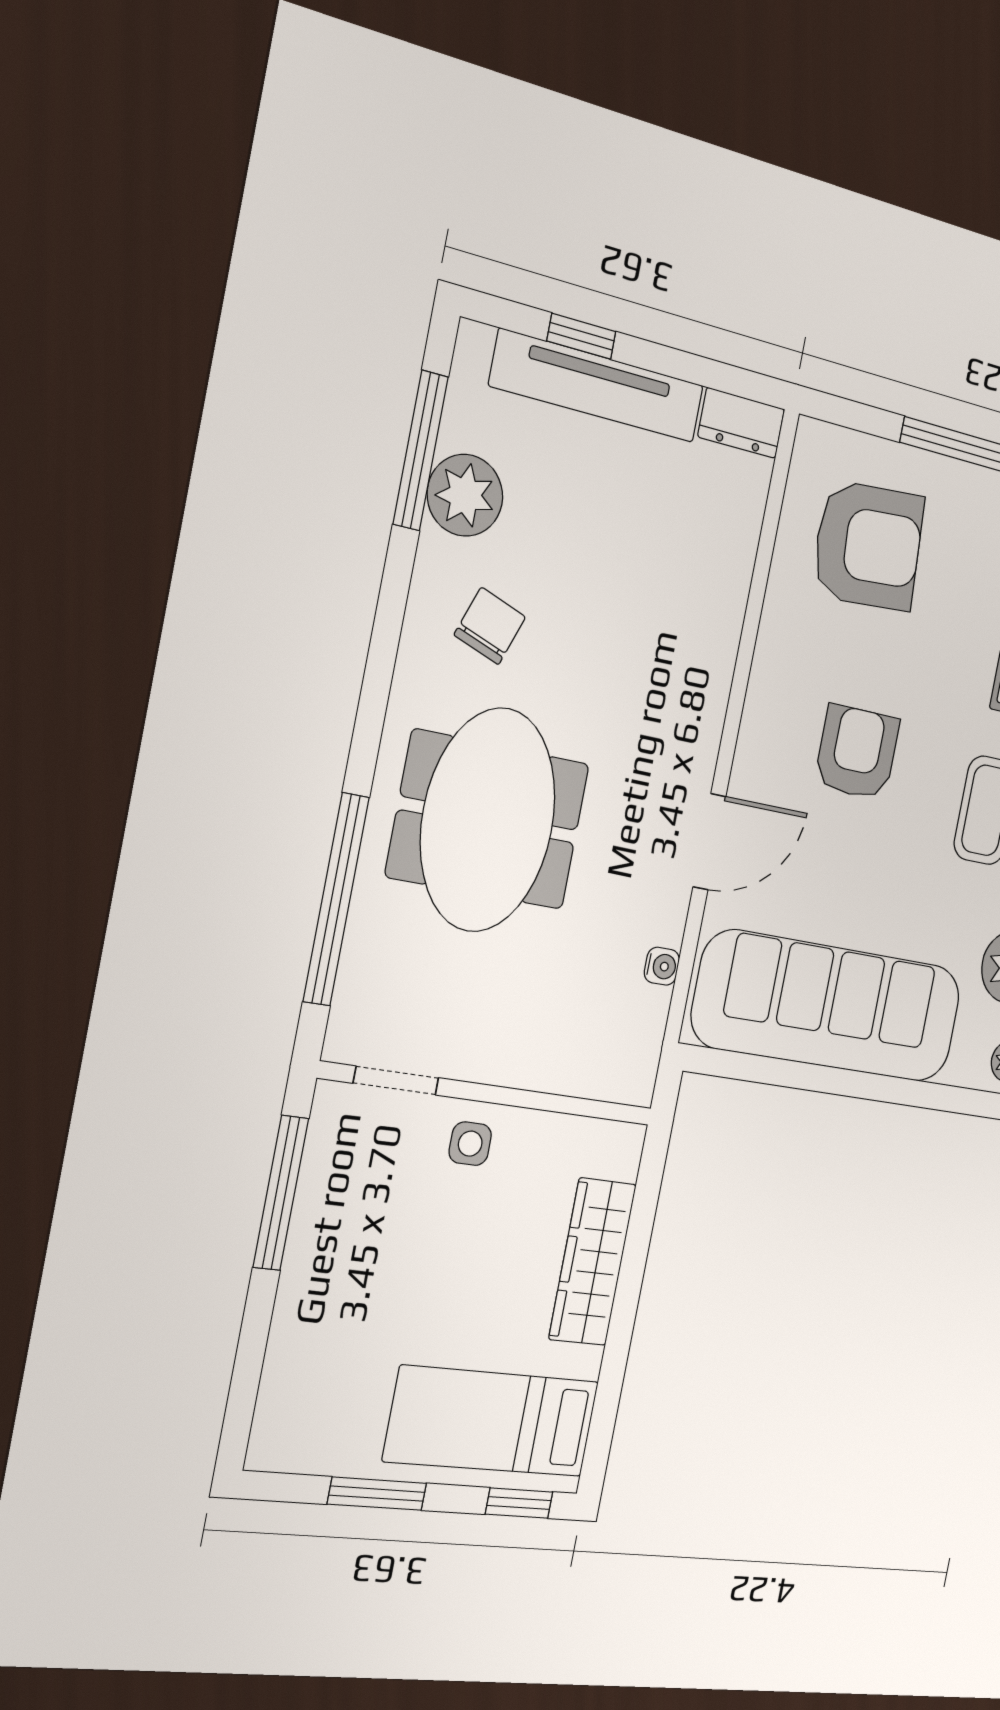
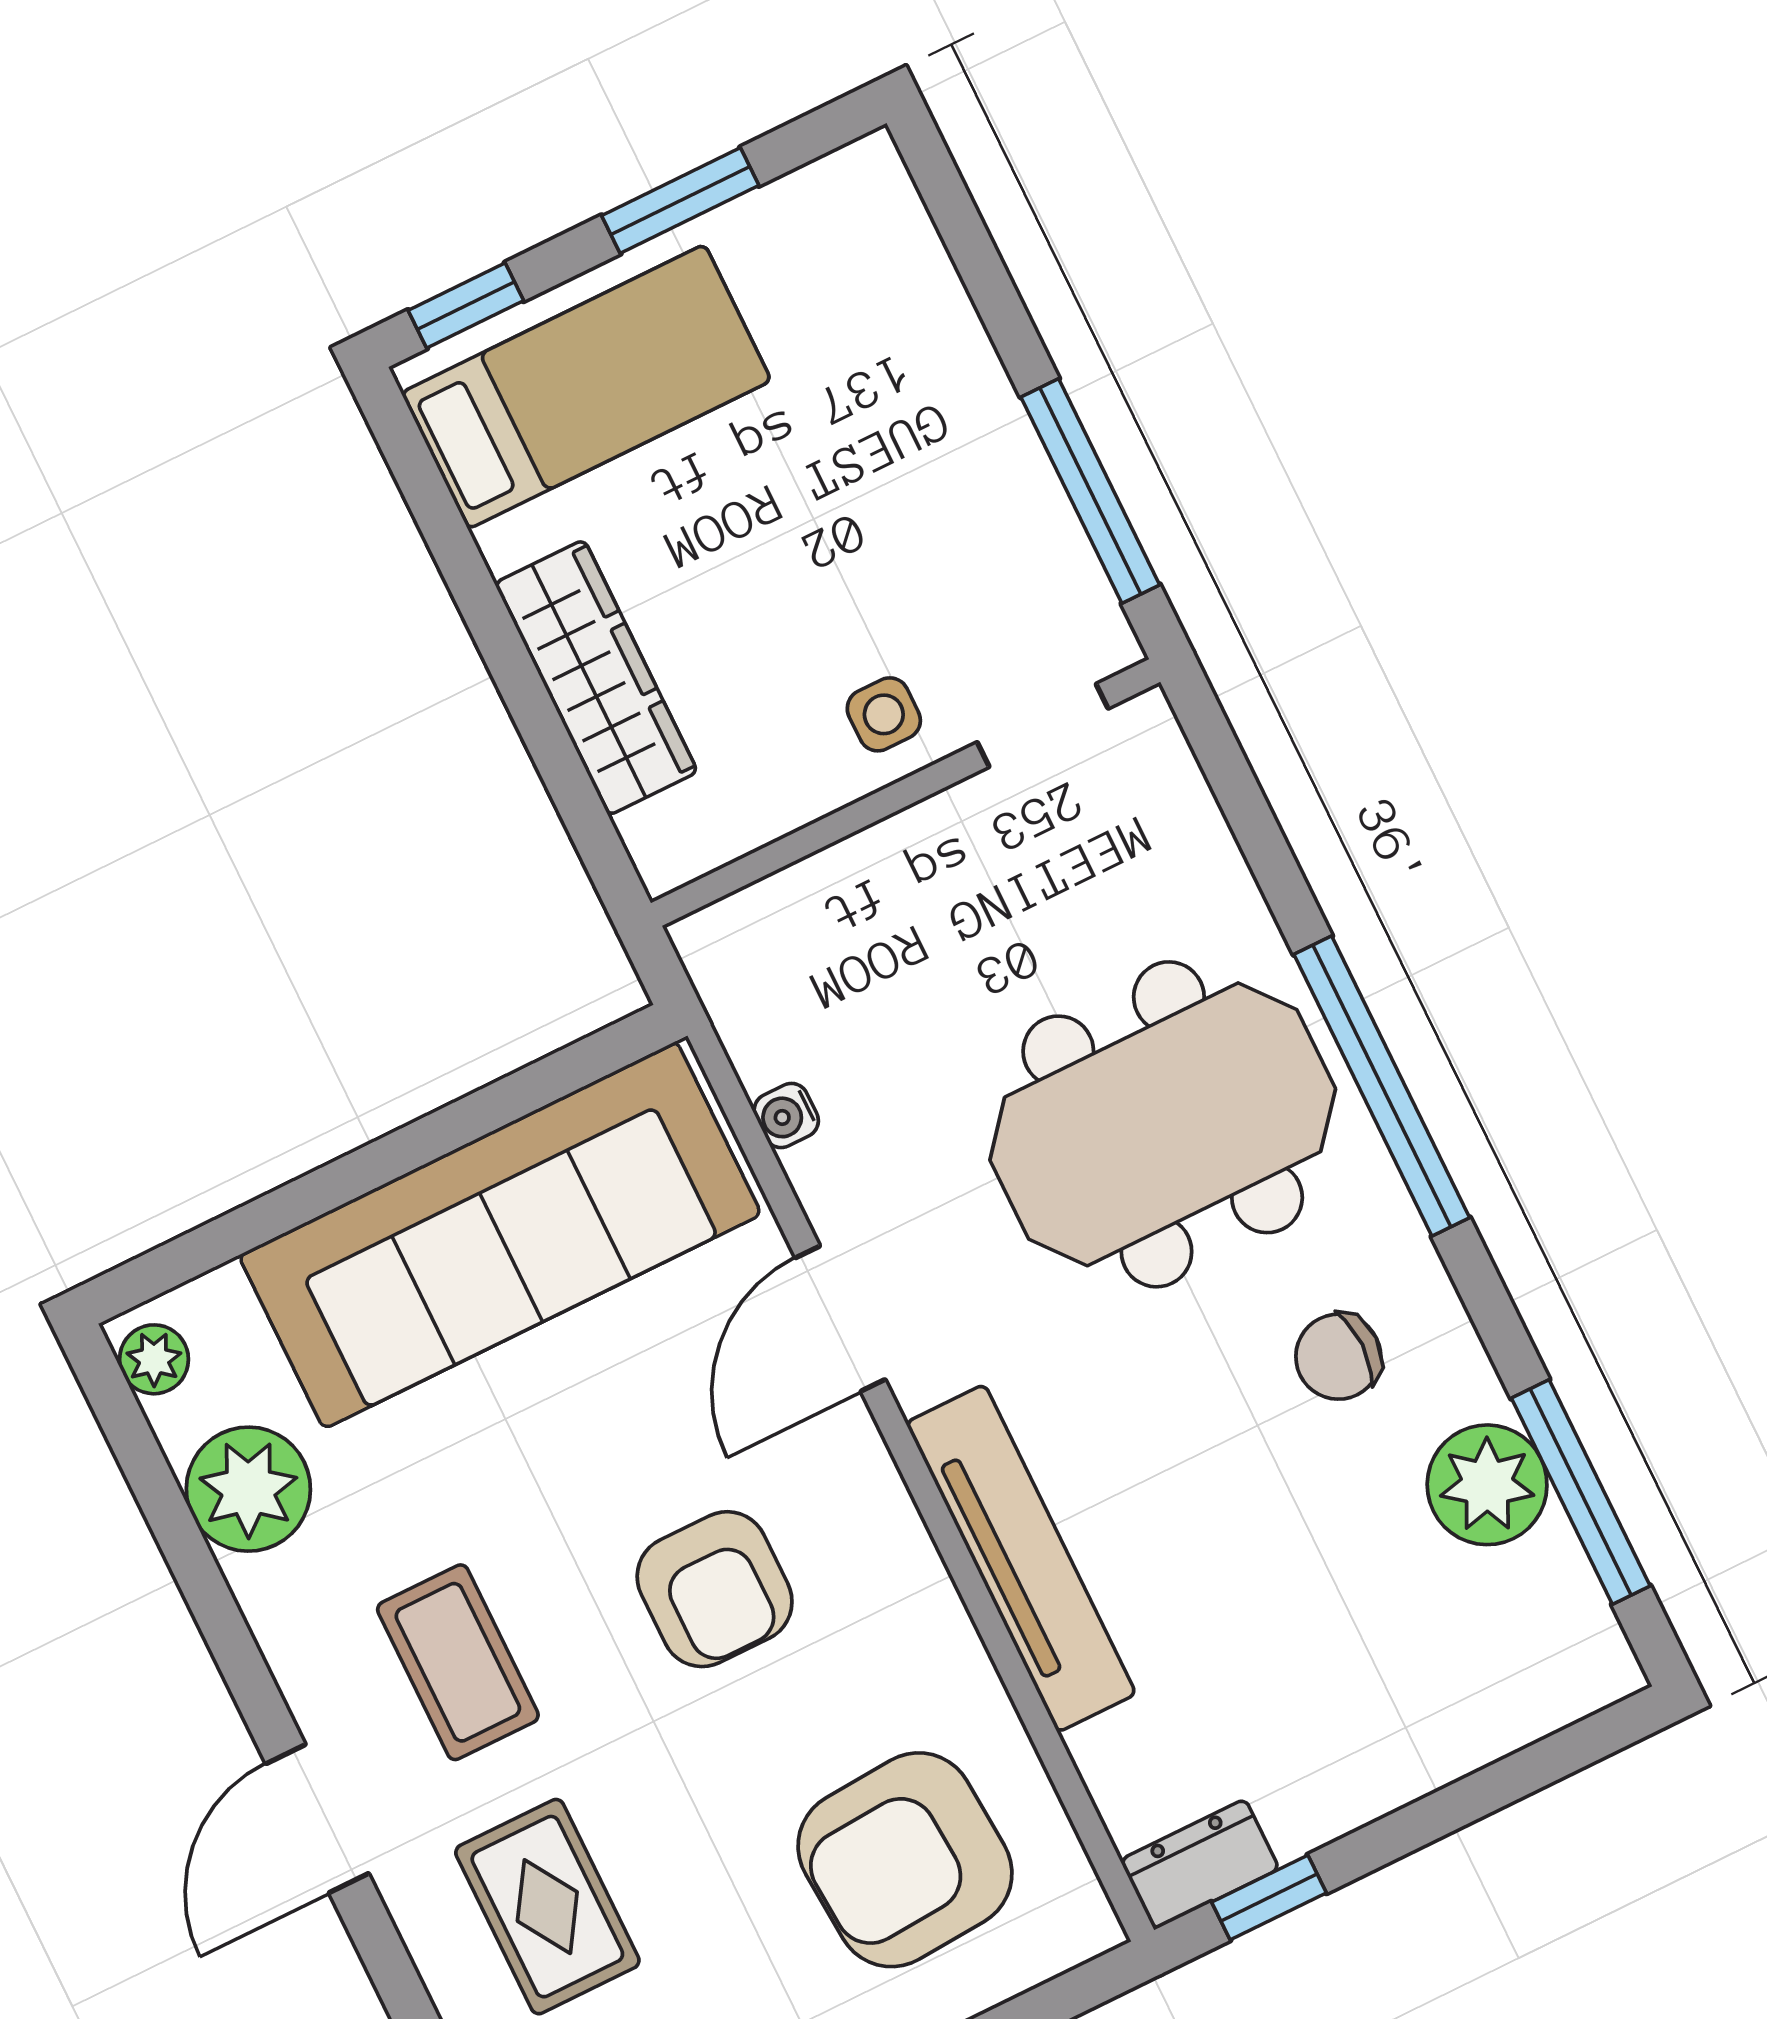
window: (581, 336) -> (1269, 1897), moved
tv unit: (597, 386) -> (1021, 1558), moved, turned 90
chair: (490, 626) -> (1338, 1357), turned 70
meeting table: (488, 820) -> (1163, 1124), turned 90
window: (336, 899) -> (1382, 1086), moved

